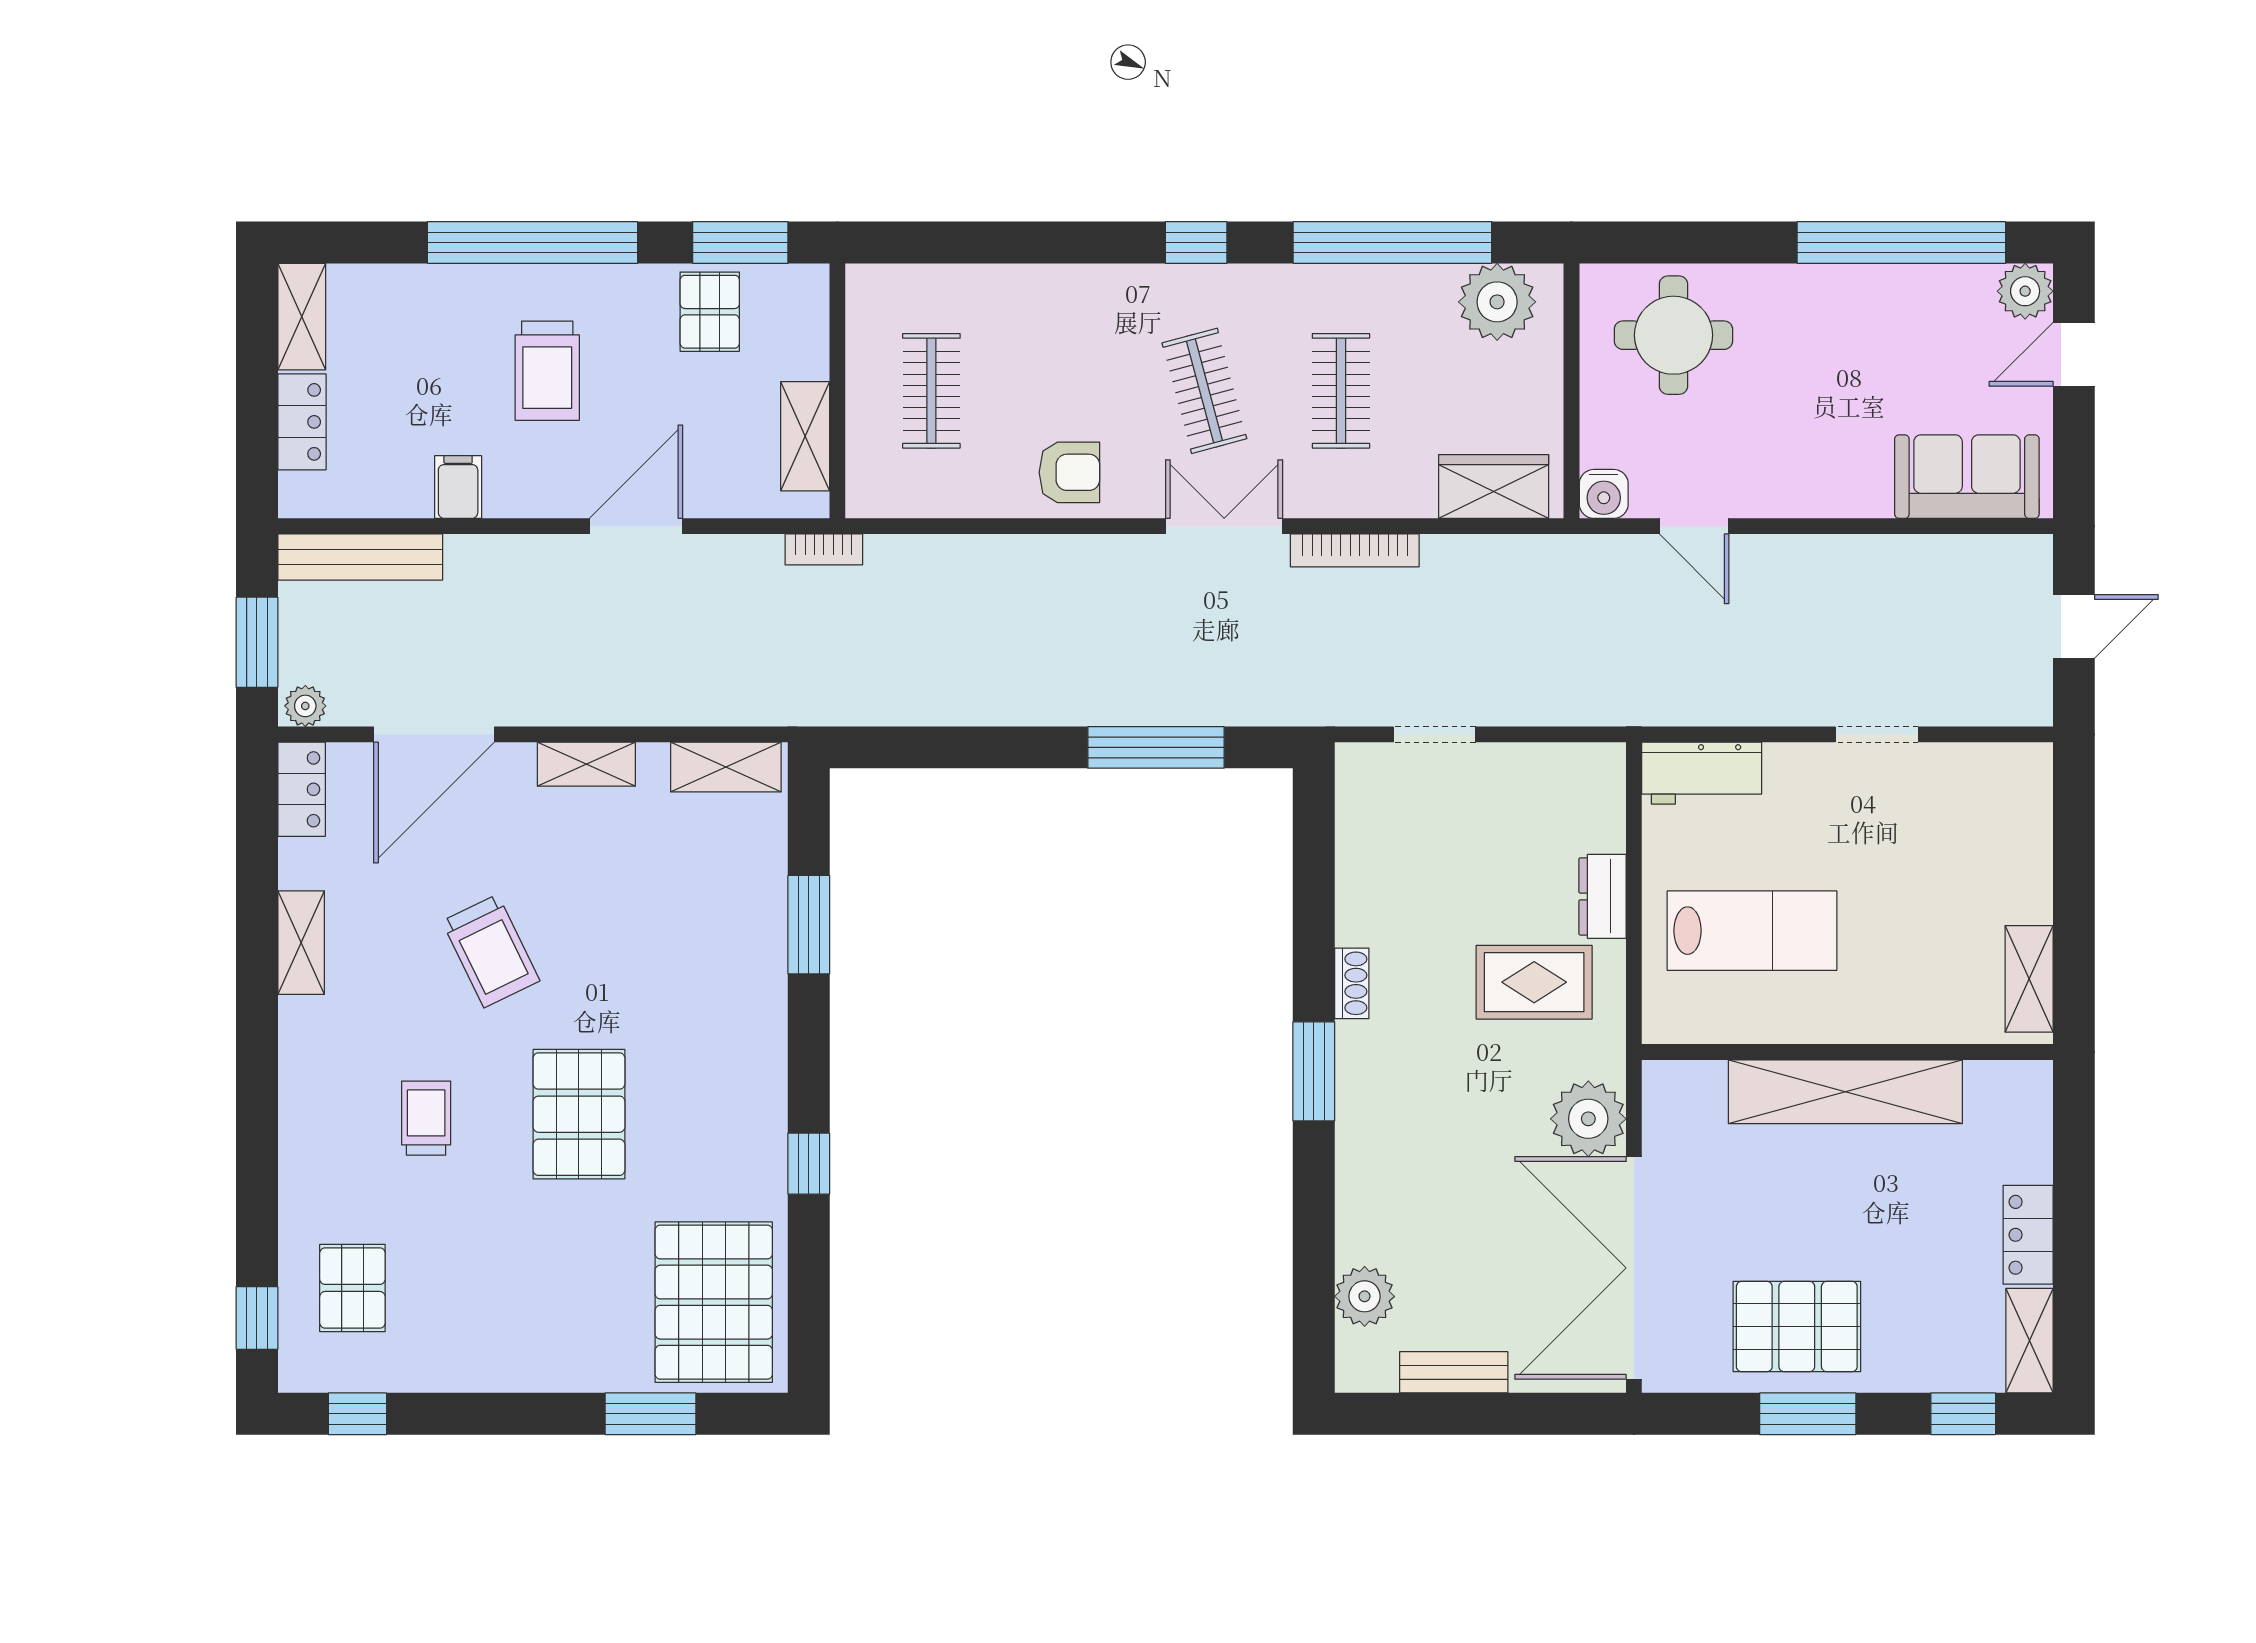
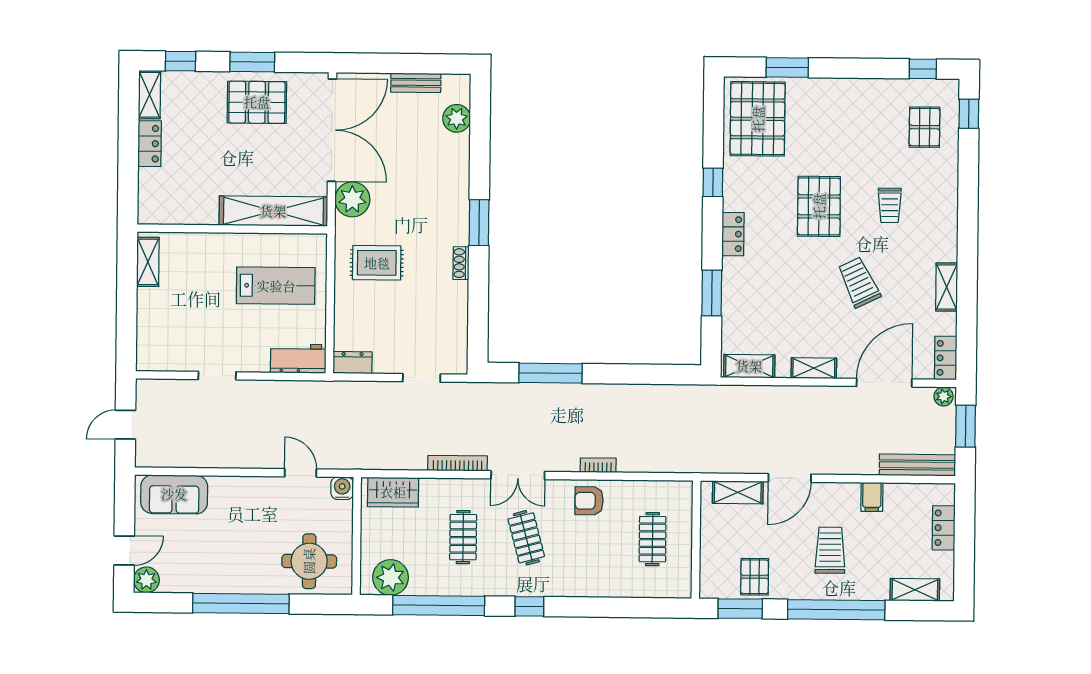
window: (1901, 242) -> (241, 603), moved
shelving: (302, 317) -> (915, 590), moved, turned 90
shelving: (805, 436) -> (738, 492), moved, turned 90
bookcase: (824, 549) -> (598, 465), moved
dresser: (1603, 896) -> (353, 363), moved, turned -90
lab bench: (1752, 931) -> (276, 286), turned 180
locker: (764, 1052) -> (733, 234), added
shelving: (1845, 1092) -> (273, 211), moved

